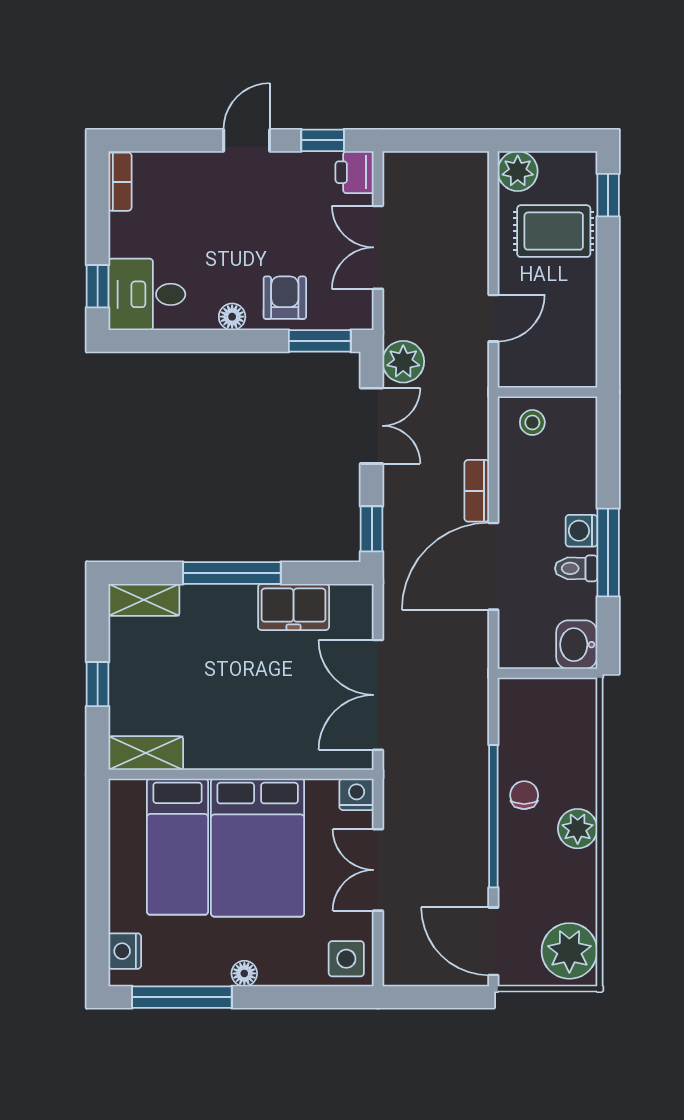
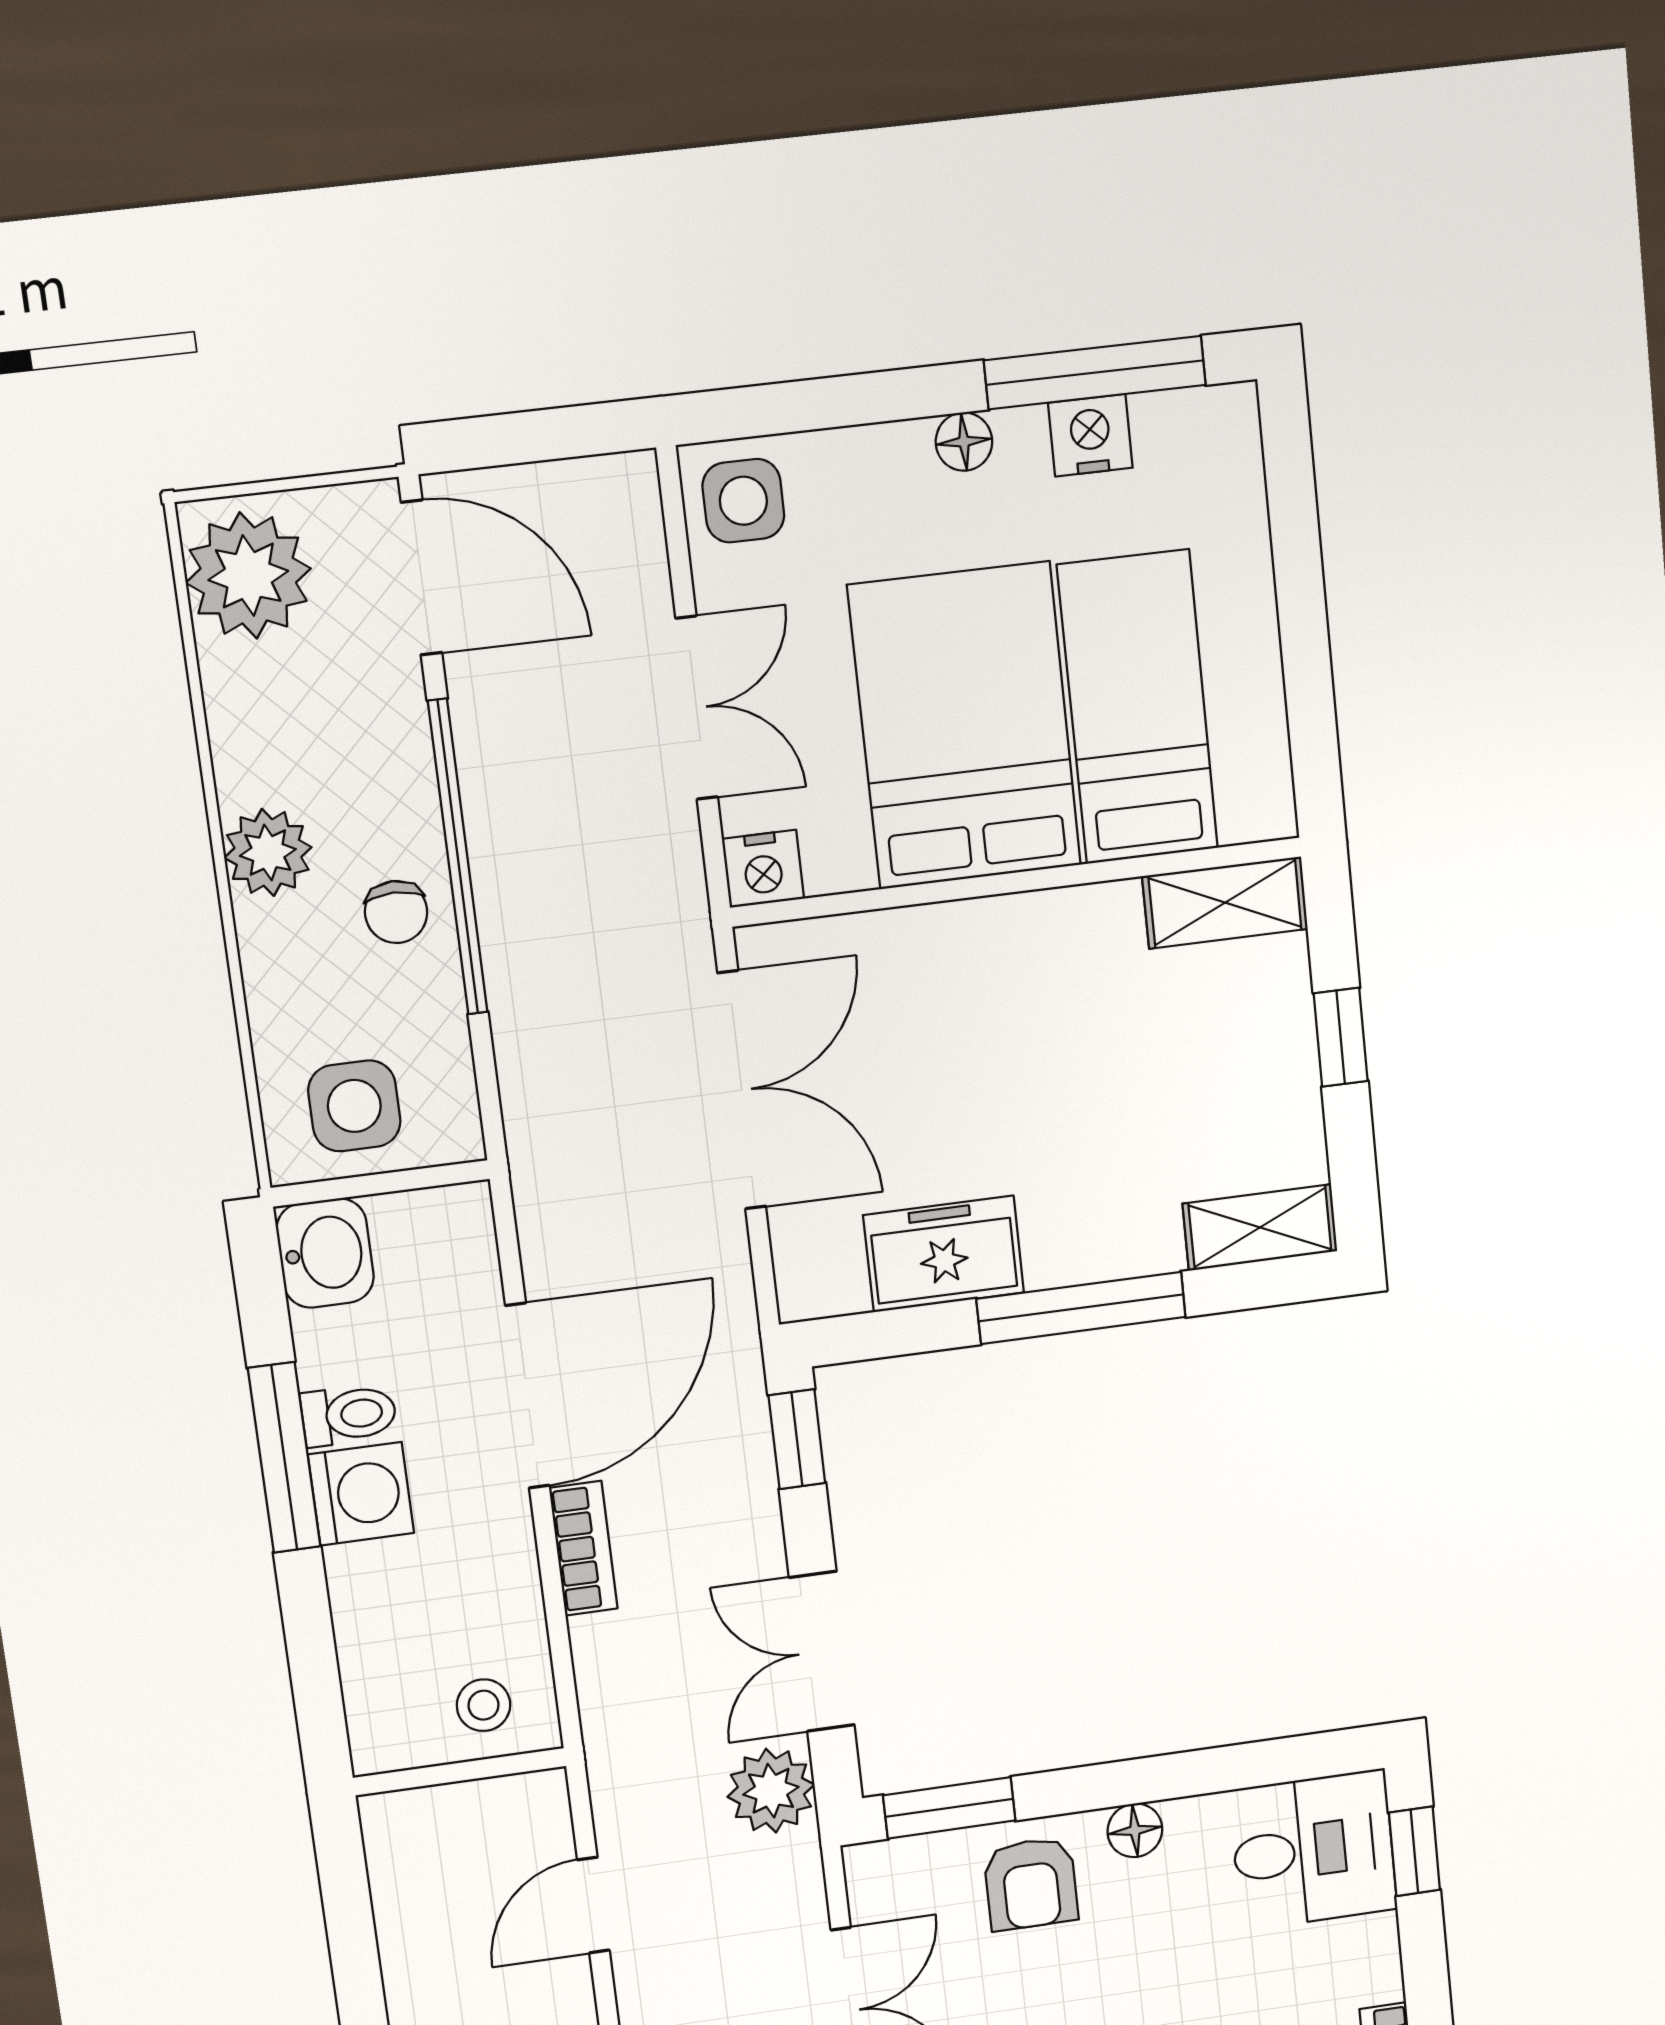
washing machine: (581, 531) -> (361, 1494), width x1.38, depth x1.38
side table: (555, 710) -> (354, 1106), added
nightstand: (125, 951) -> (1090, 435), moved, turned -90

